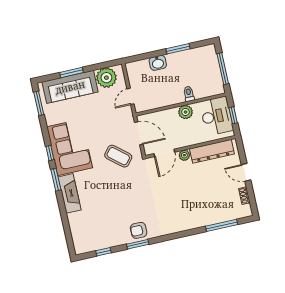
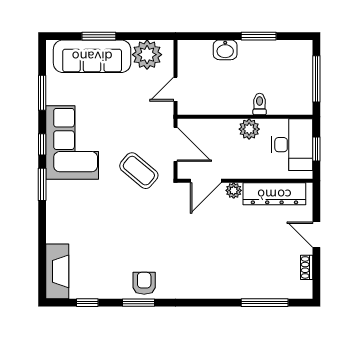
window: (39, 103) -> (42, 93), moved
fireplace: (70, 193) -> (57, 271), moved
armchair: (139, 230) -> (144, 283), turned 90

